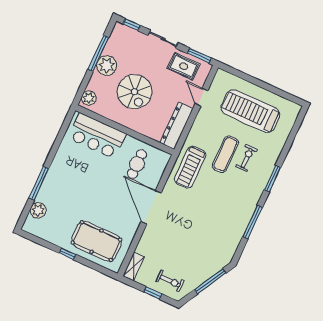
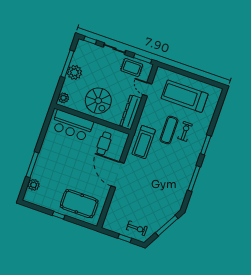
spiral stairs: (135, 92) -> (98, 101), moved
shelving: (134, 266) -> (109, 220), removed

